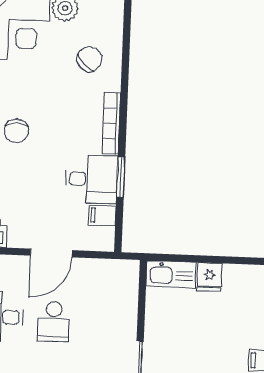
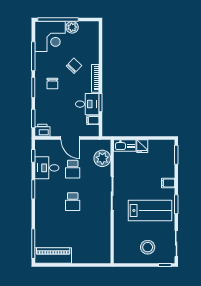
chair: (89, 59) -> (74, 66), moved
door: (51, 253) -> (70, 138), hinge flipped
plant: (120, 301) -> (102, 158), added

